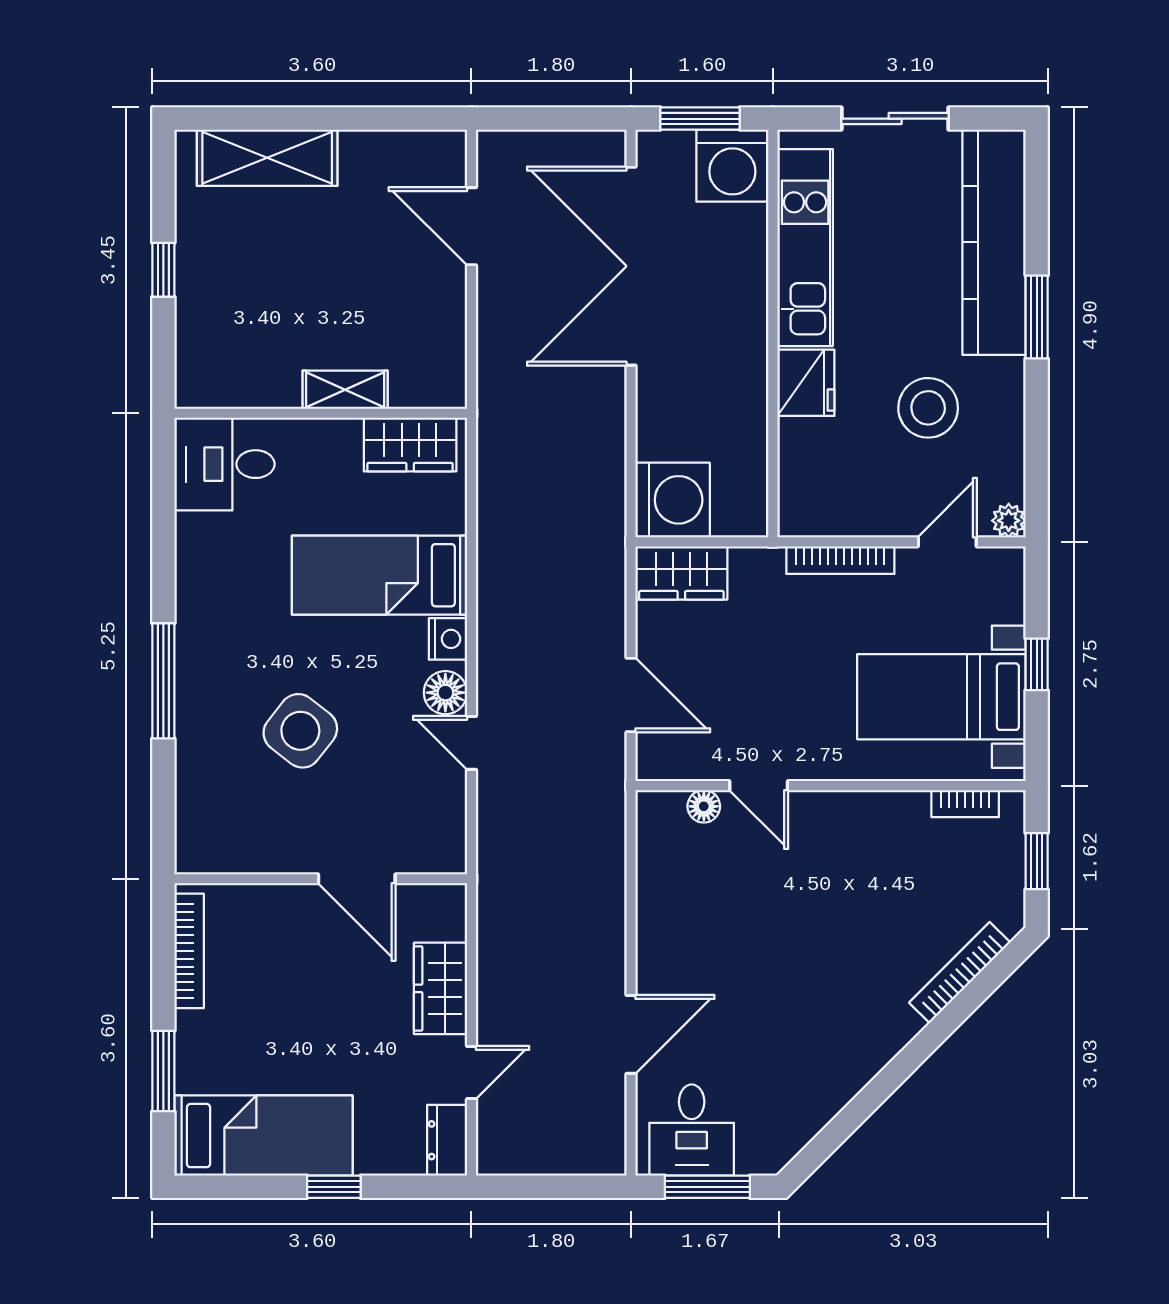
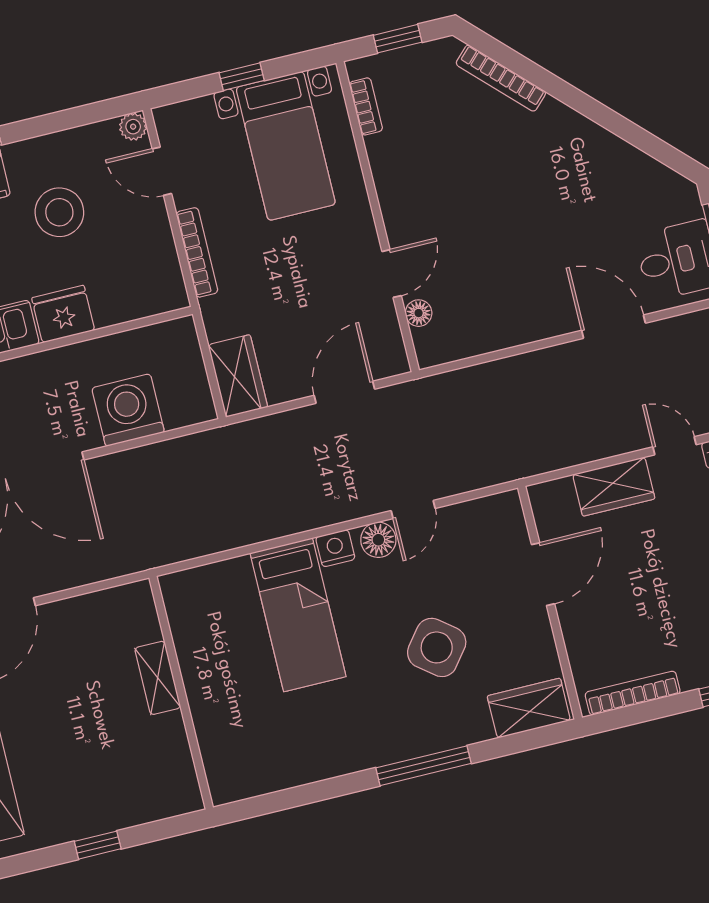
wardrobe: (410, 445) -> (529, 708), moved, turned -90
desk: (224, 464) -> (240, 759), removed
washing machine: (673, 500) -> (128, 410), moved

